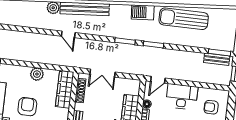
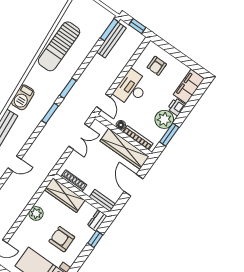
barbecue: (143, 12) -> (23, 97), moved
bench: (217, 59) -> (111, 40), width x1.36
double door: (102, 73) -> (79, 137), moved

